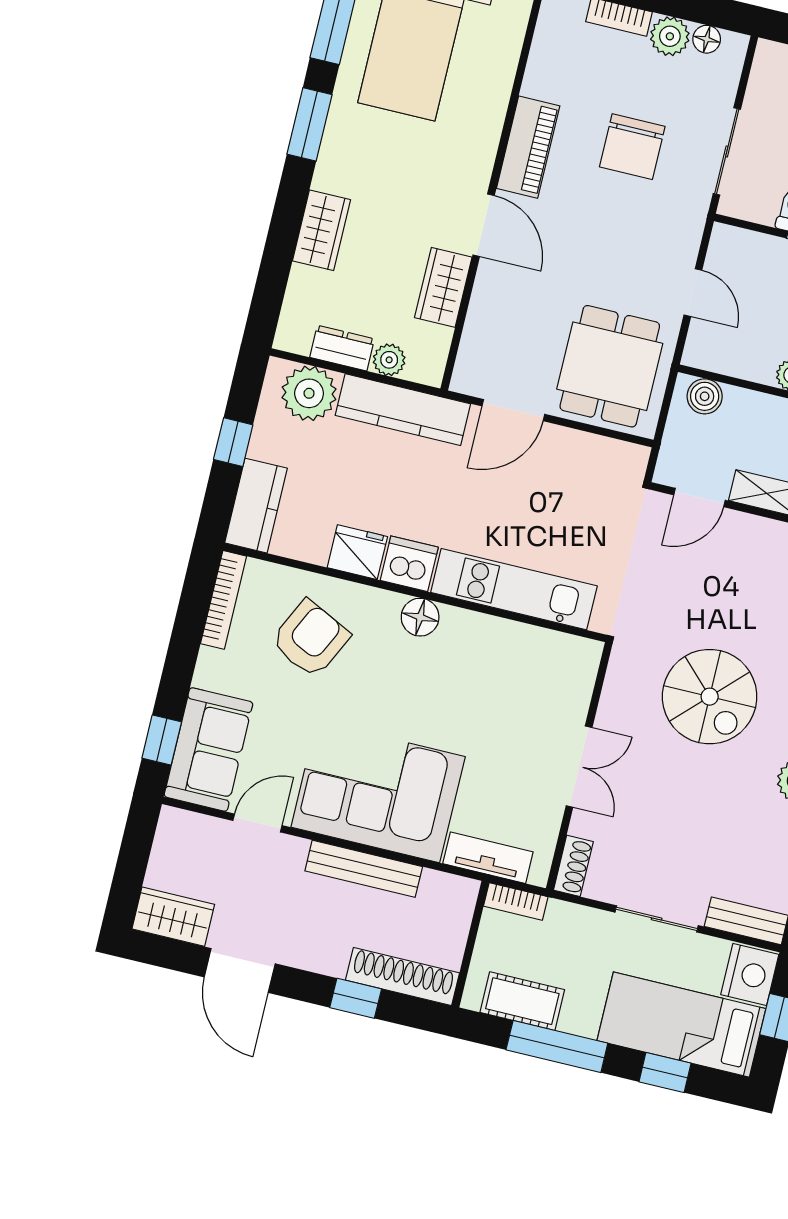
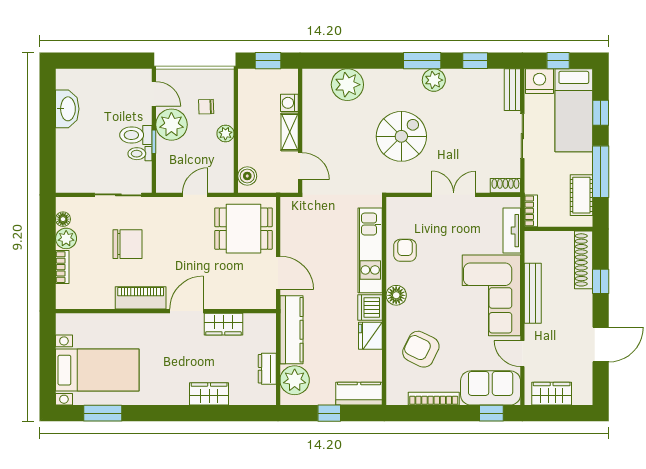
window: (309, 124) -> (156, 413), removed
plant: (389, 360) -> (267, 343), removed
bookcase: (224, 600) -> (434, 399), moved
armchair: (499, 653) -> (405, 250), added
wardrobe: (173, 917) -> (552, 394), moved, turned 90

